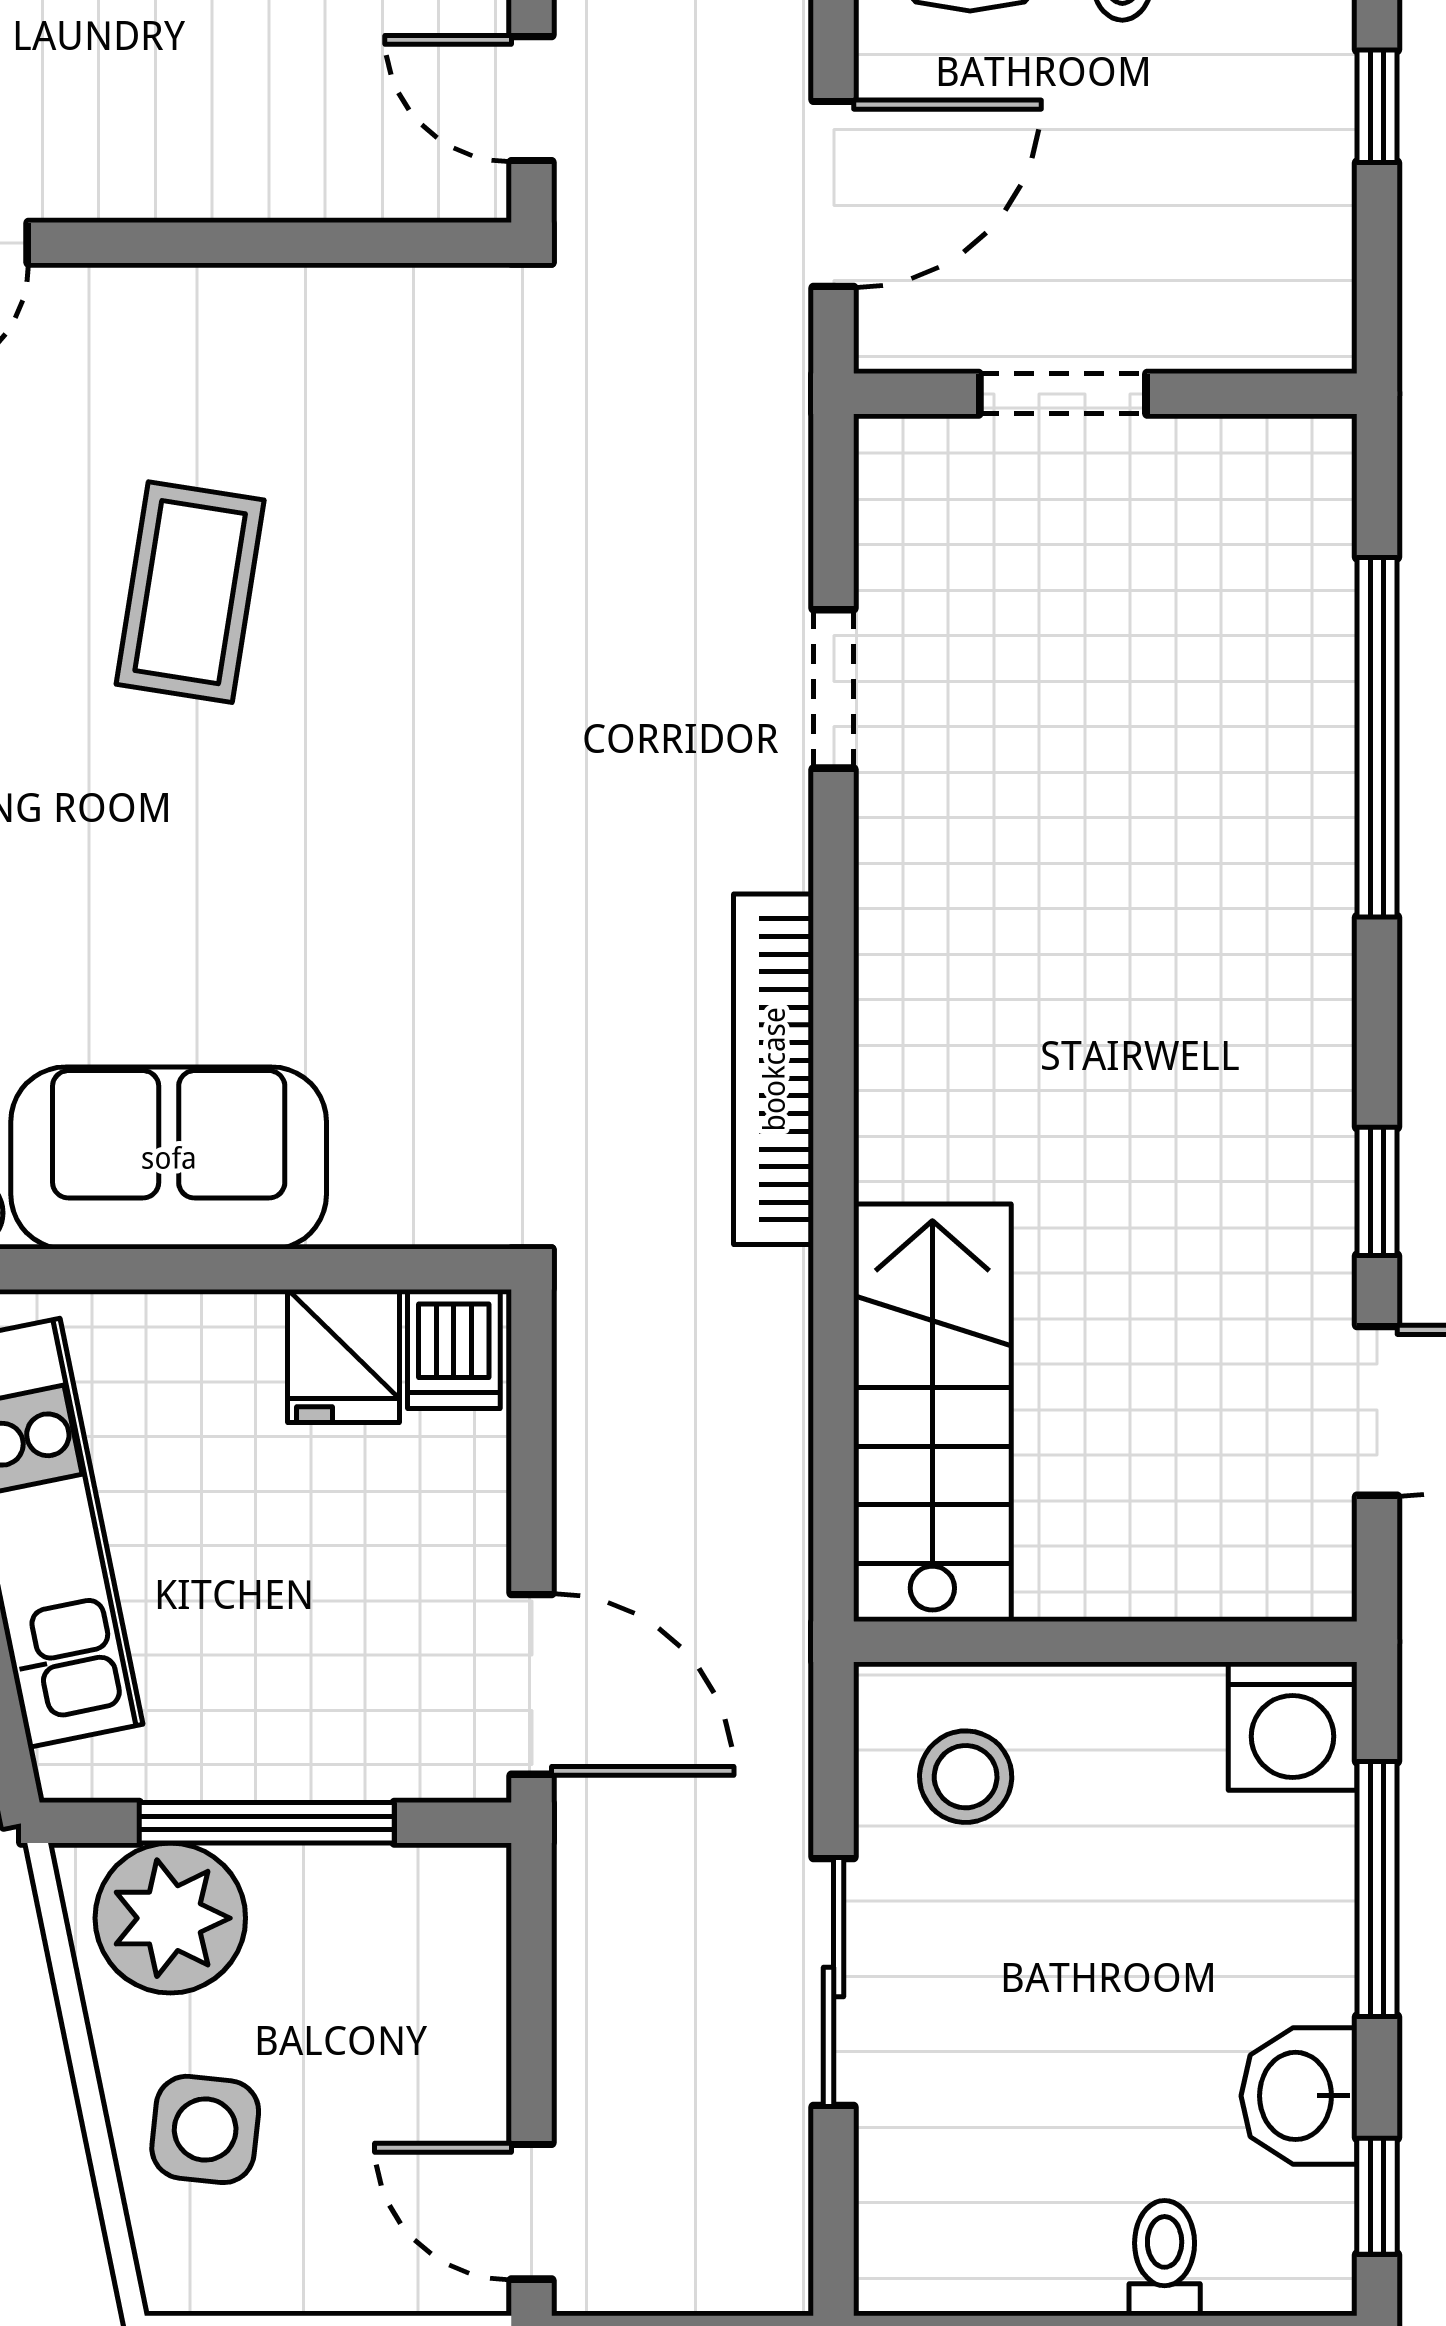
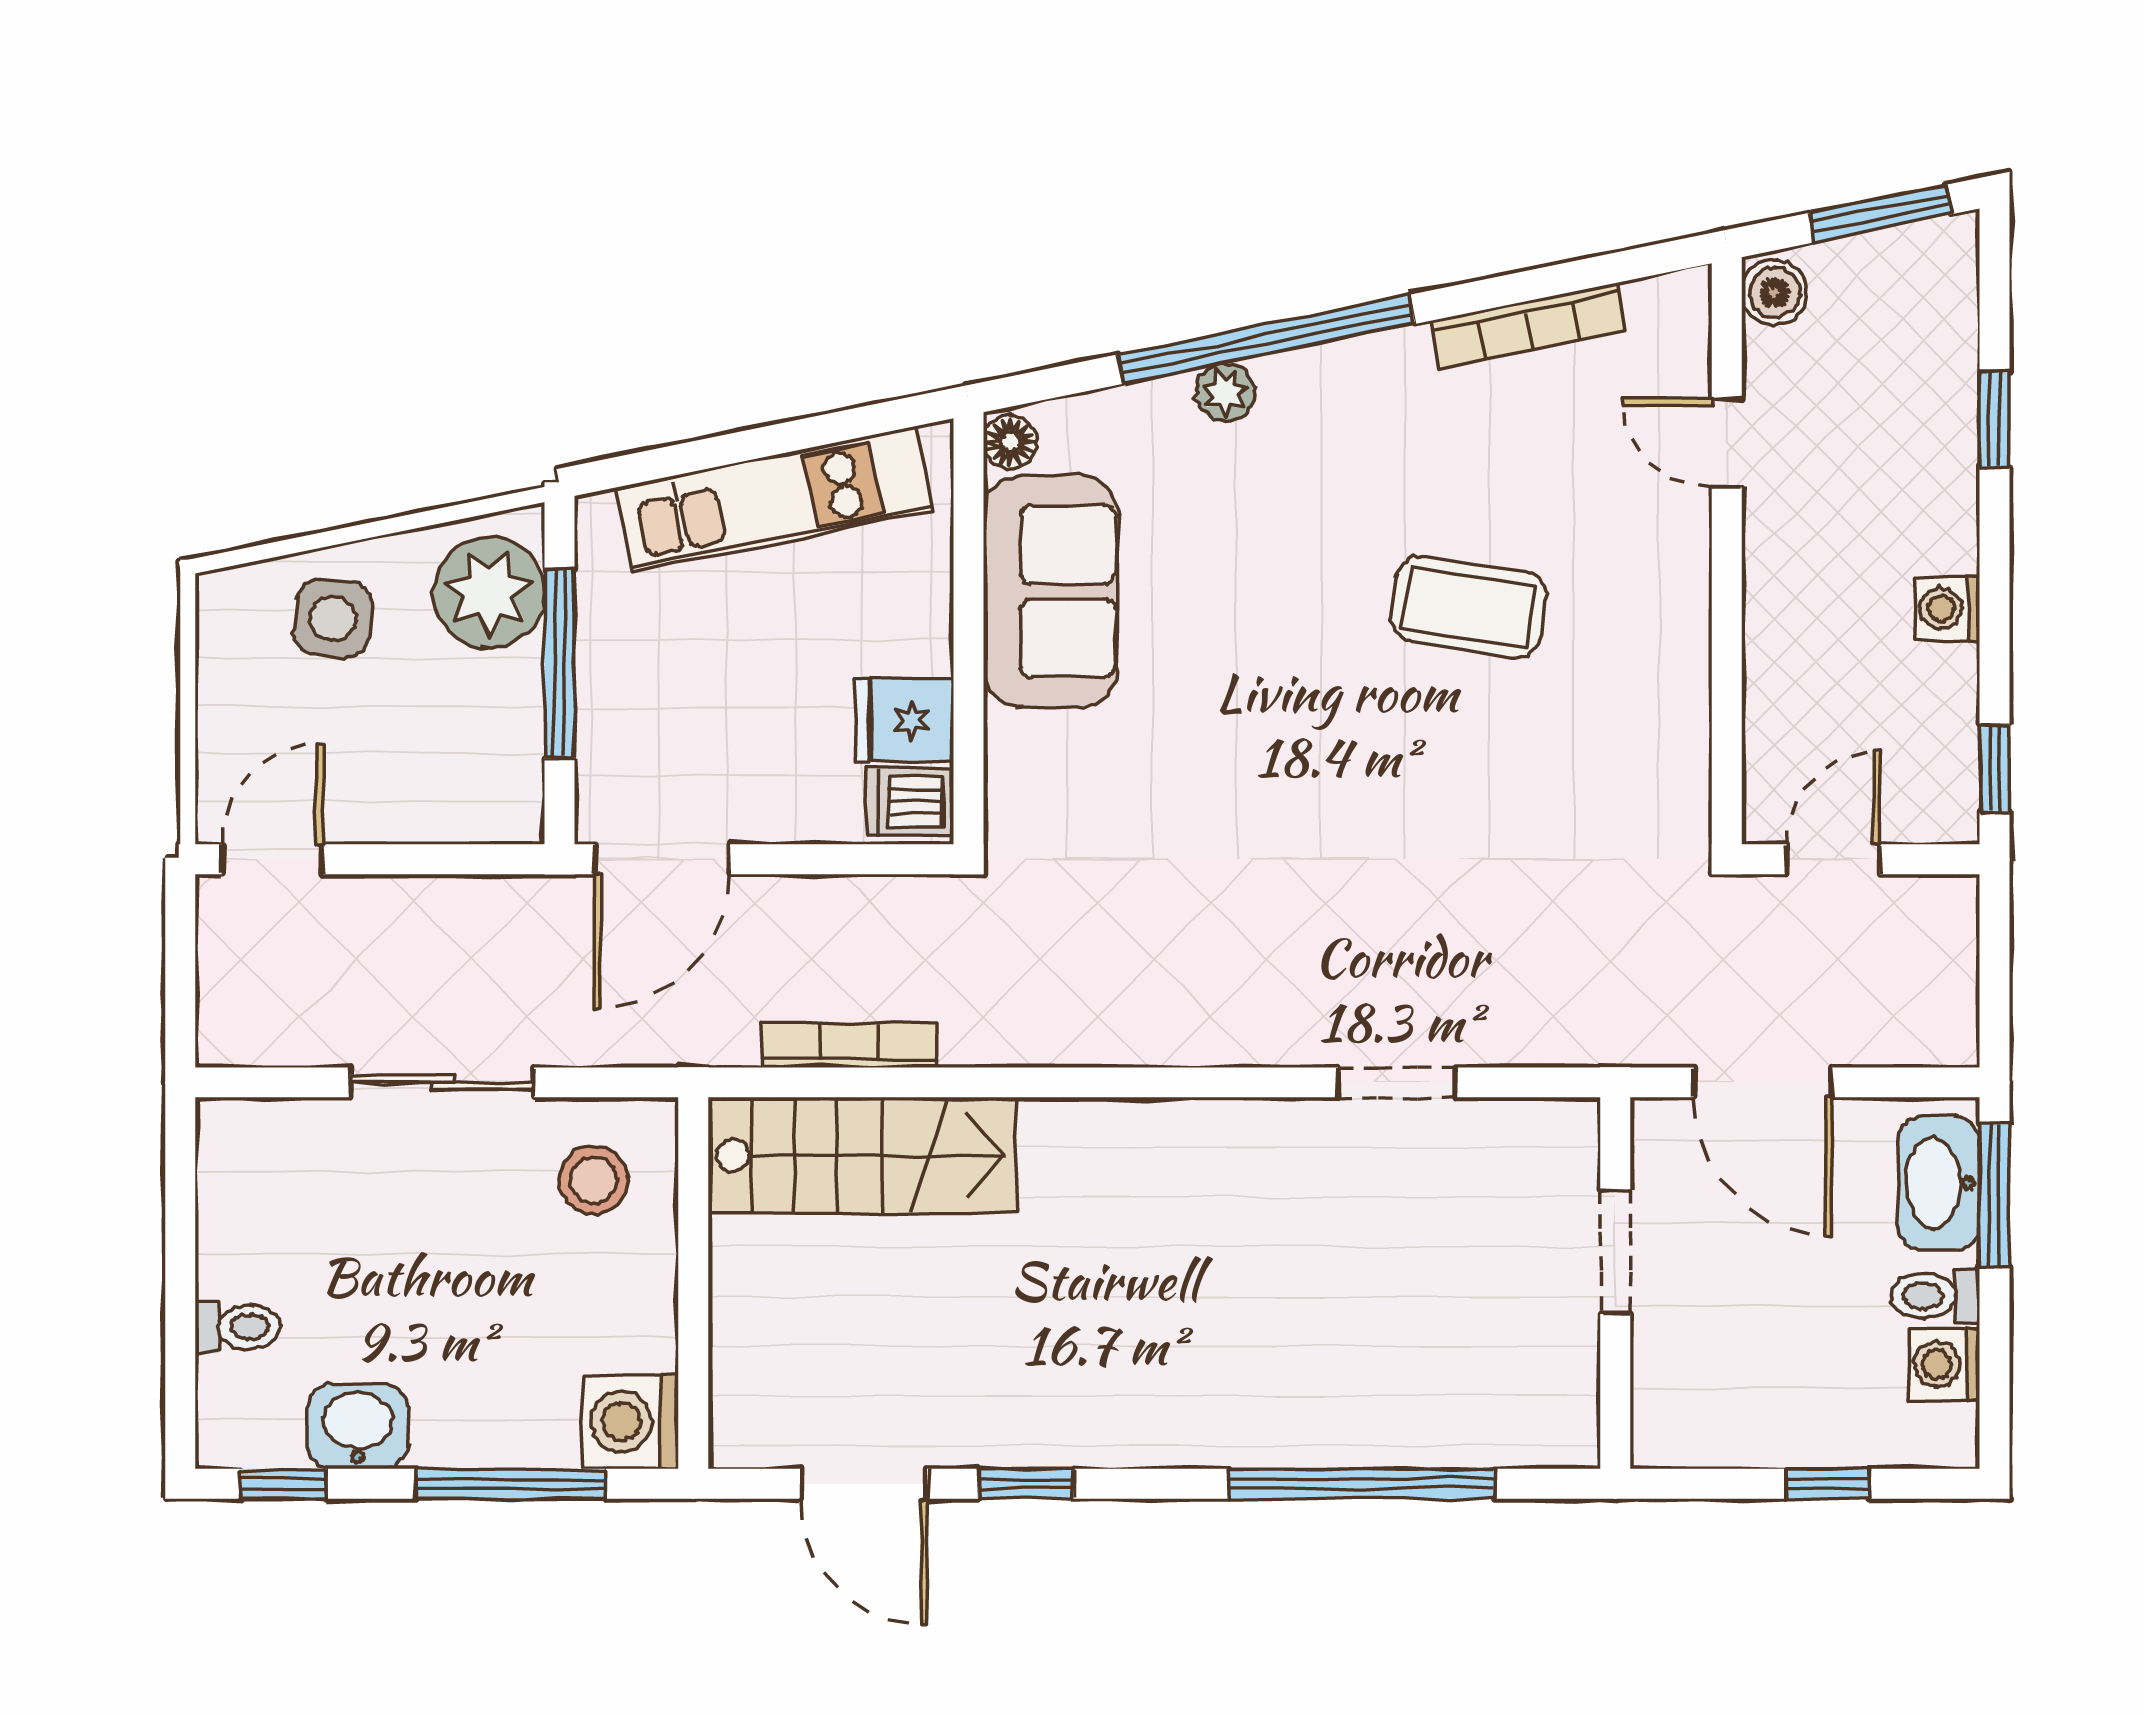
bookcase: (774, 1069) -> (850, 1045), moved, width x0.68, depth x0.76

